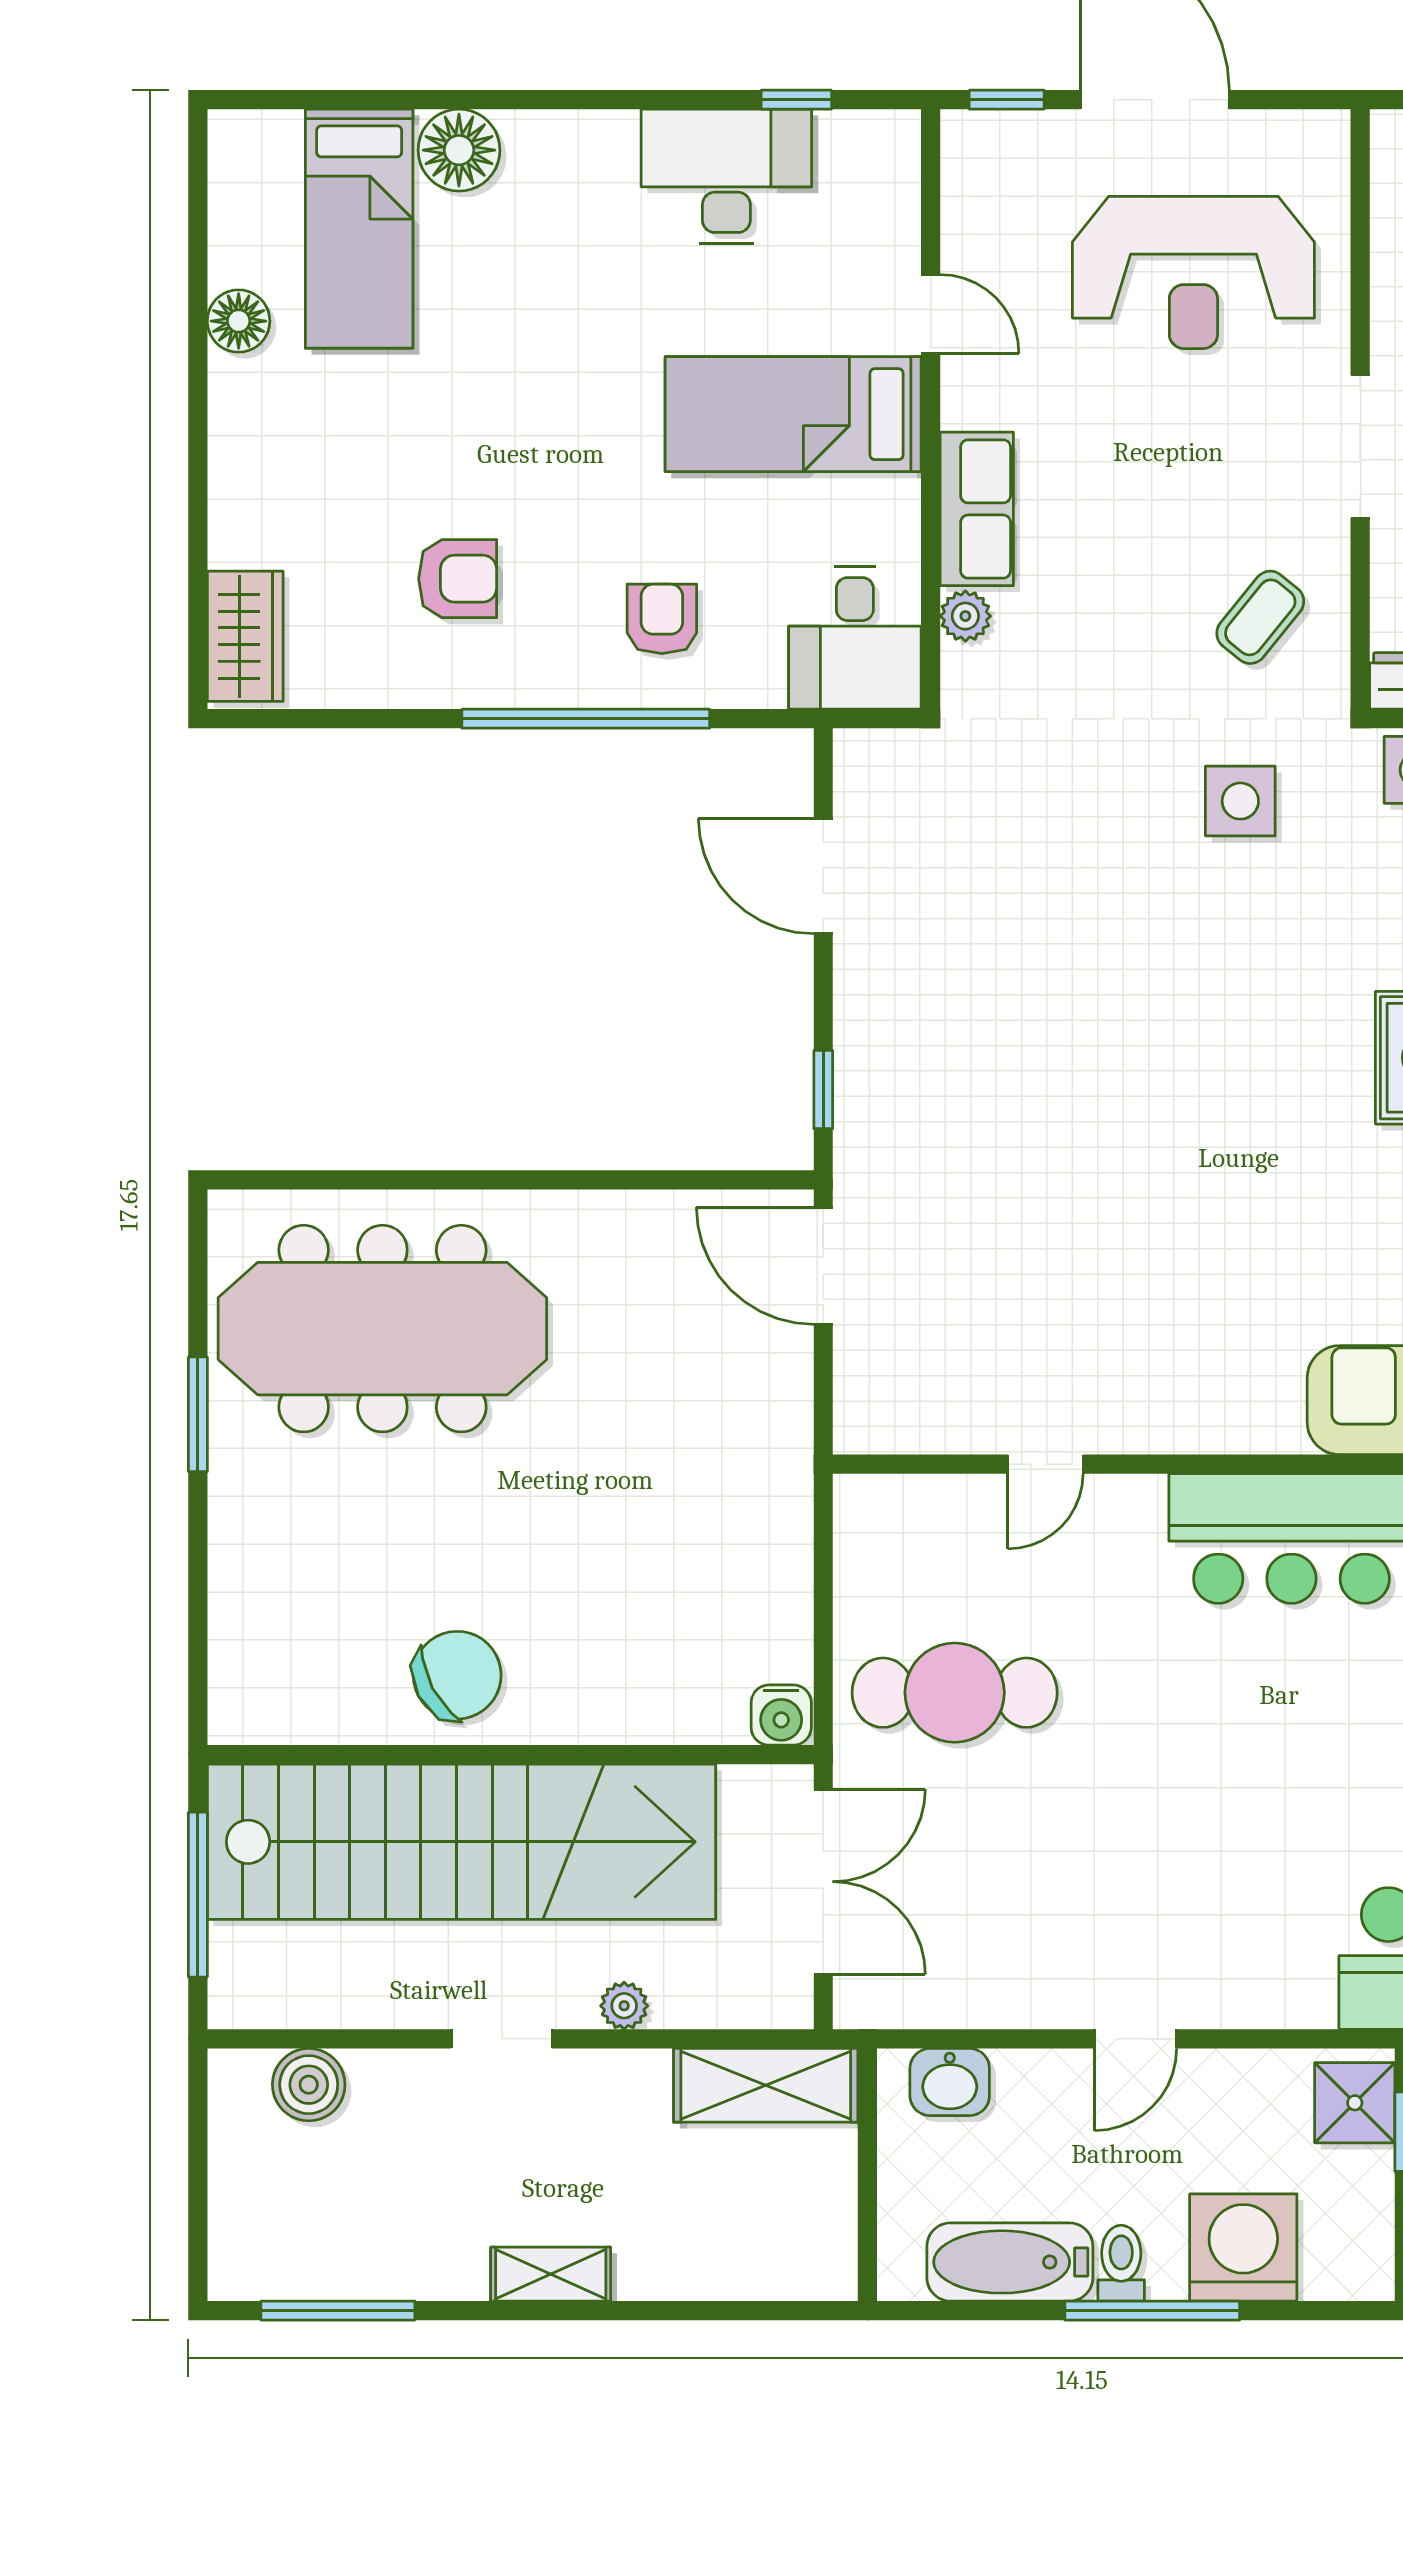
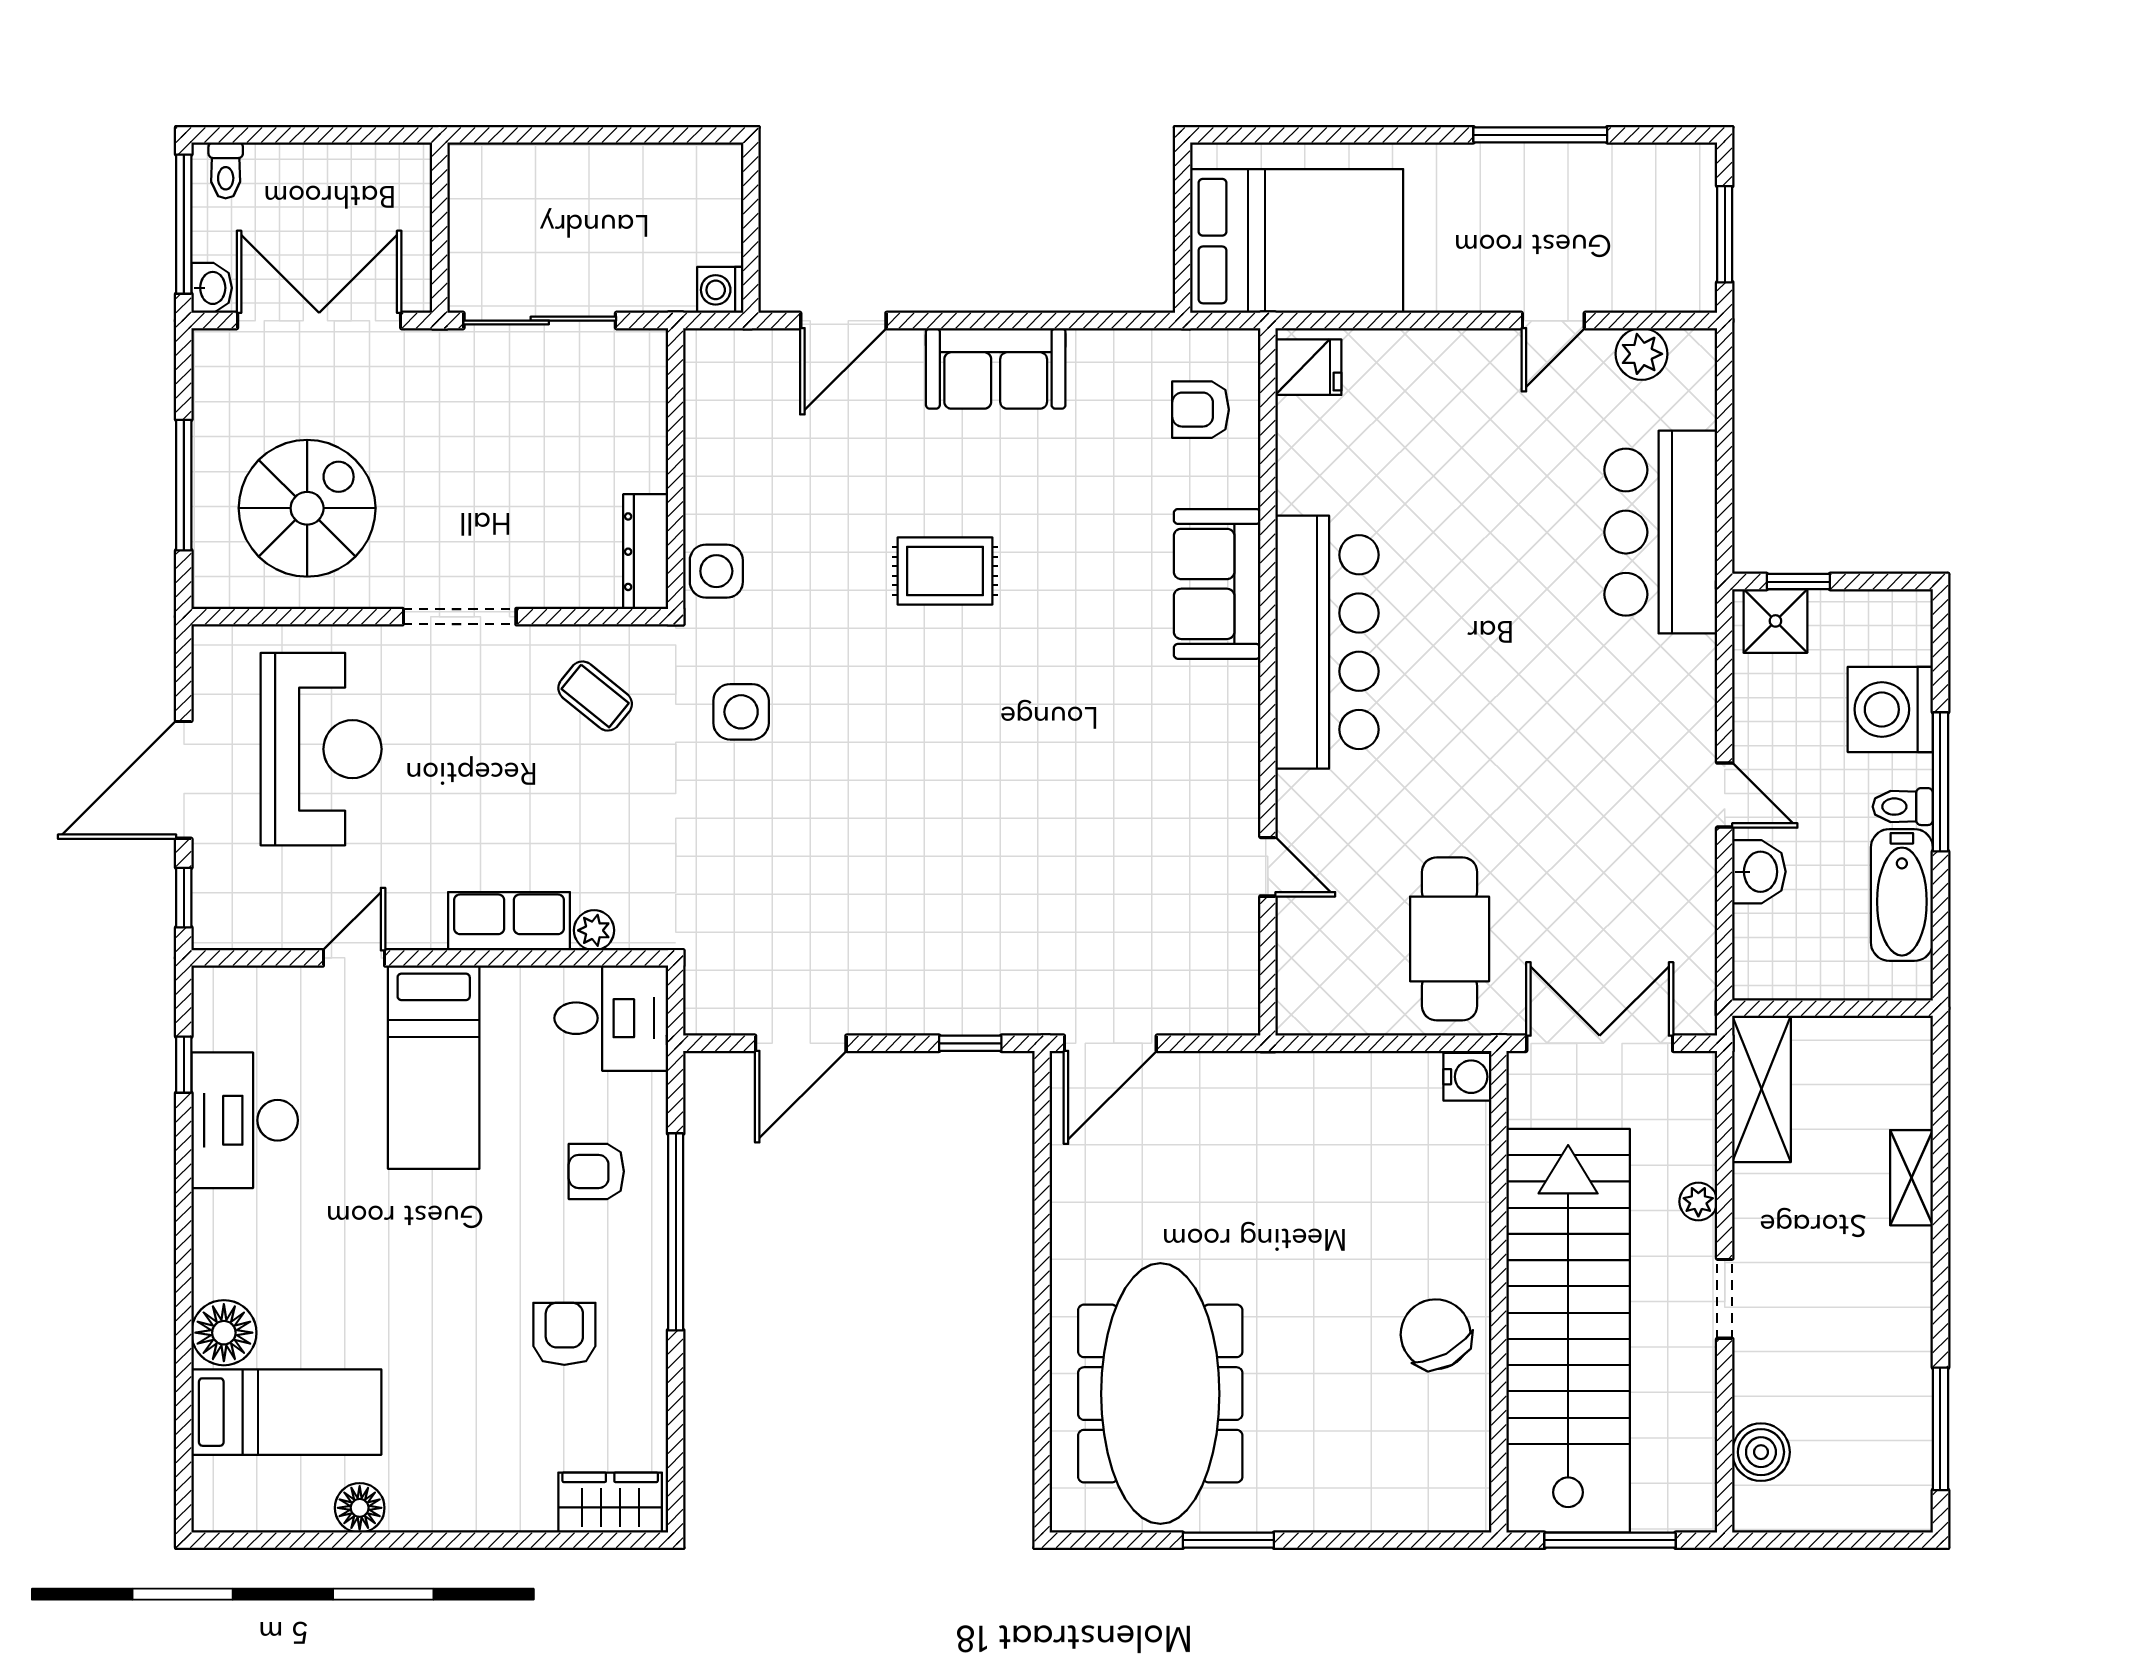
washbasin: (950, 2082) -> (1759, 872), moved
shelving: (551, 2274) -> (1912, 1178), moved

